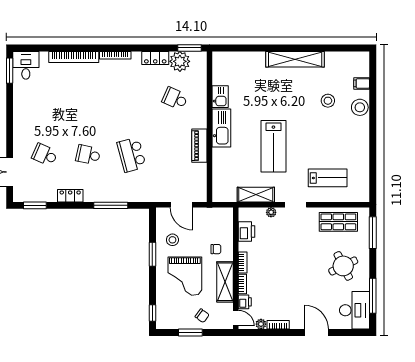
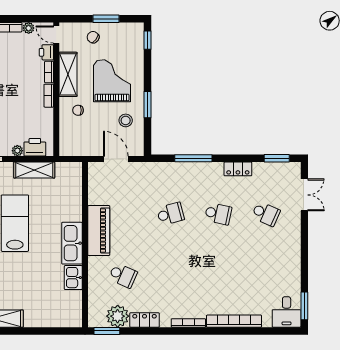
piano: (199, 146) -> (99, 231), width x1.37, depth x1.33
school desk: (132, 155) -> (171, 214), width x0.54
printer: (247, 232) -> (35, 147), moved, turned 90

